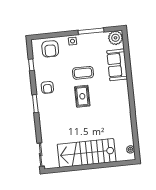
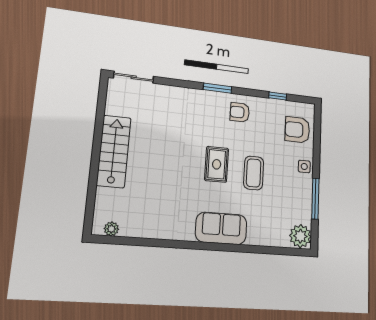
sofa: (117, 65) -> (221, 228), moved
rug: (82, 96) -> (217, 164), turned 90
stairs: (87, 153) -> (114, 151), width x0.73, depth x0.66

